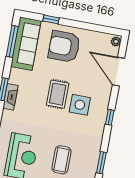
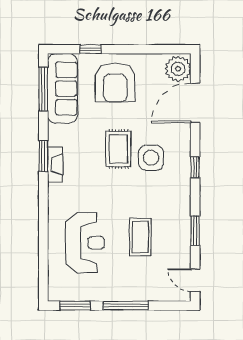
plant: (116, 42) -> (178, 69), width x1.88, depth x1.88
armchair: (64, 46) -> (115, 83), turned -90
door: (118, 72) -> (195, 103), hinge flipped

